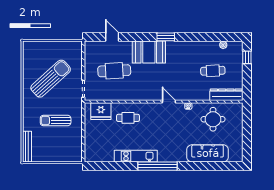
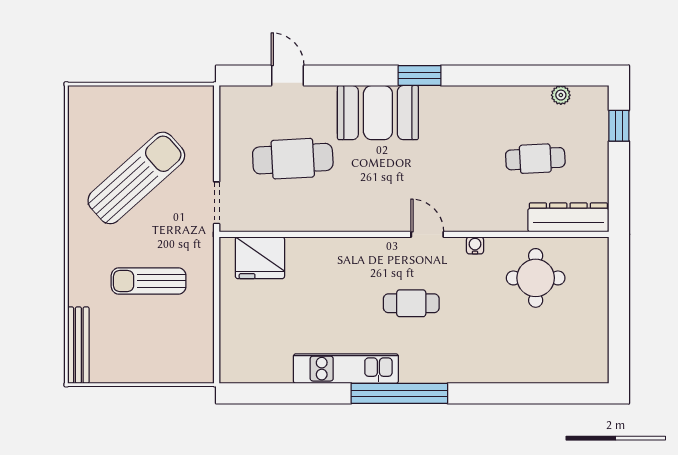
cafe table: (128, 118) -> (411, 303), moved
sofa: (208, 153) -> (522, 362), removed

